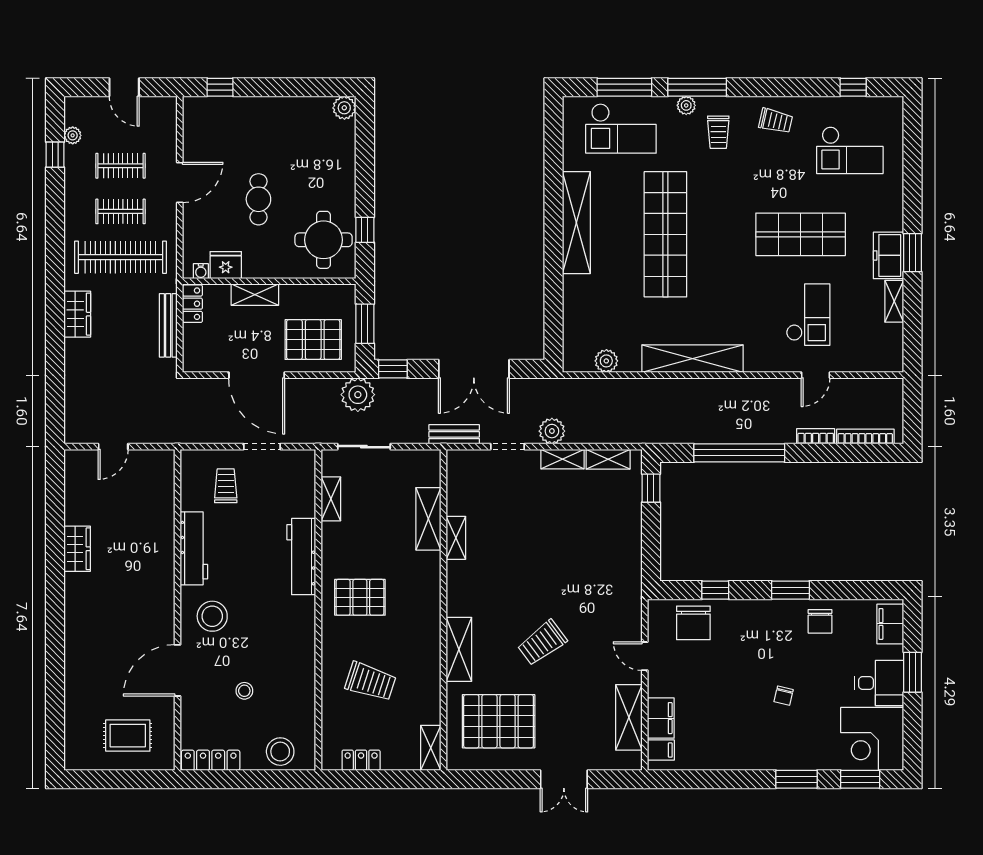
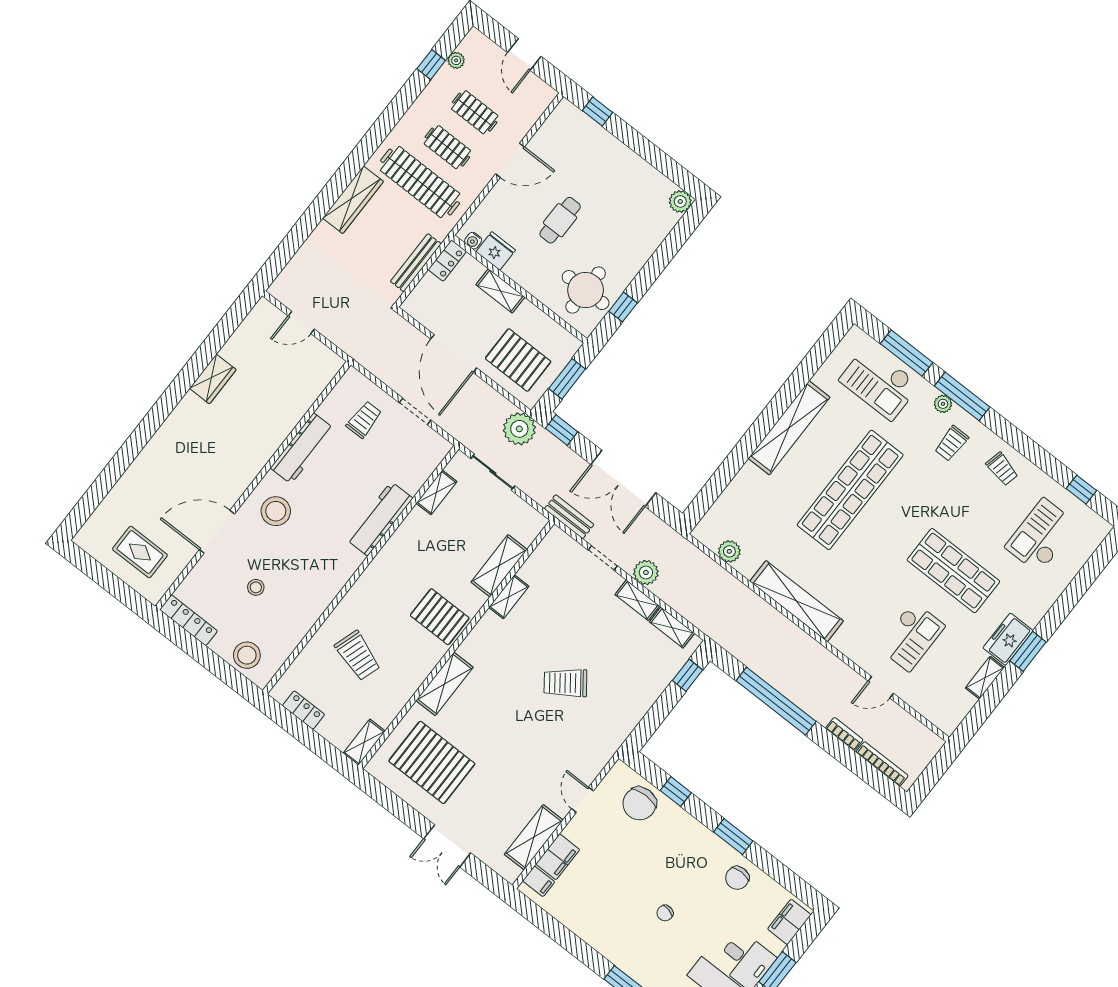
checkout: (850, 150) -> (1041, 536), turned 90
wardrobe: (77, 314) -> (353, 200), width x1.50
pallet: (360, 597) -> (440, 617), moved
trolley: (542, 643) -> (565, 683), moved

